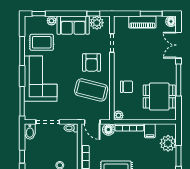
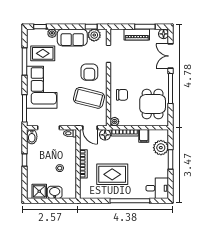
dining table: (159, 97) -> (153, 104), turned 90

